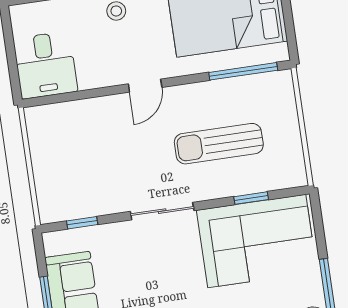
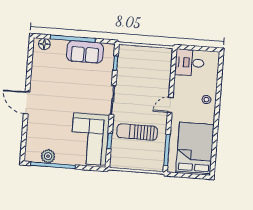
door: (145, 86) -> (170, 105), hinge flipped
sun lounger: (219, 144) -> (137, 132), turned -90

